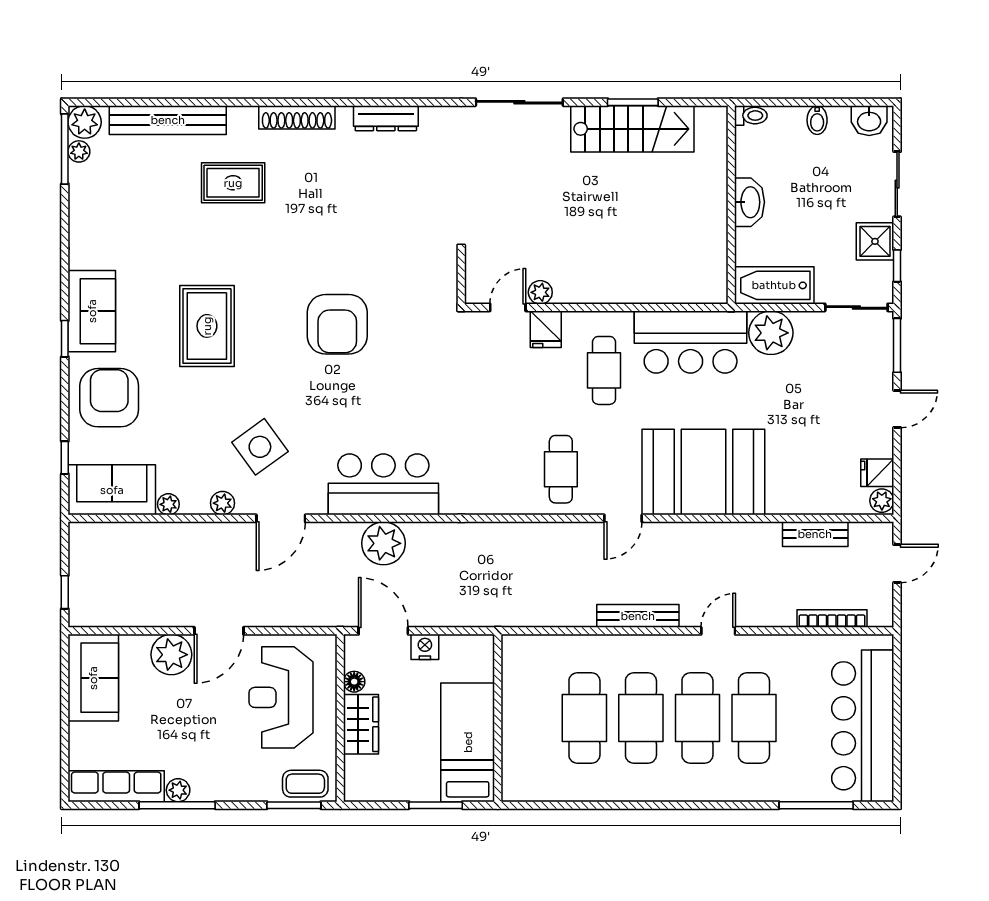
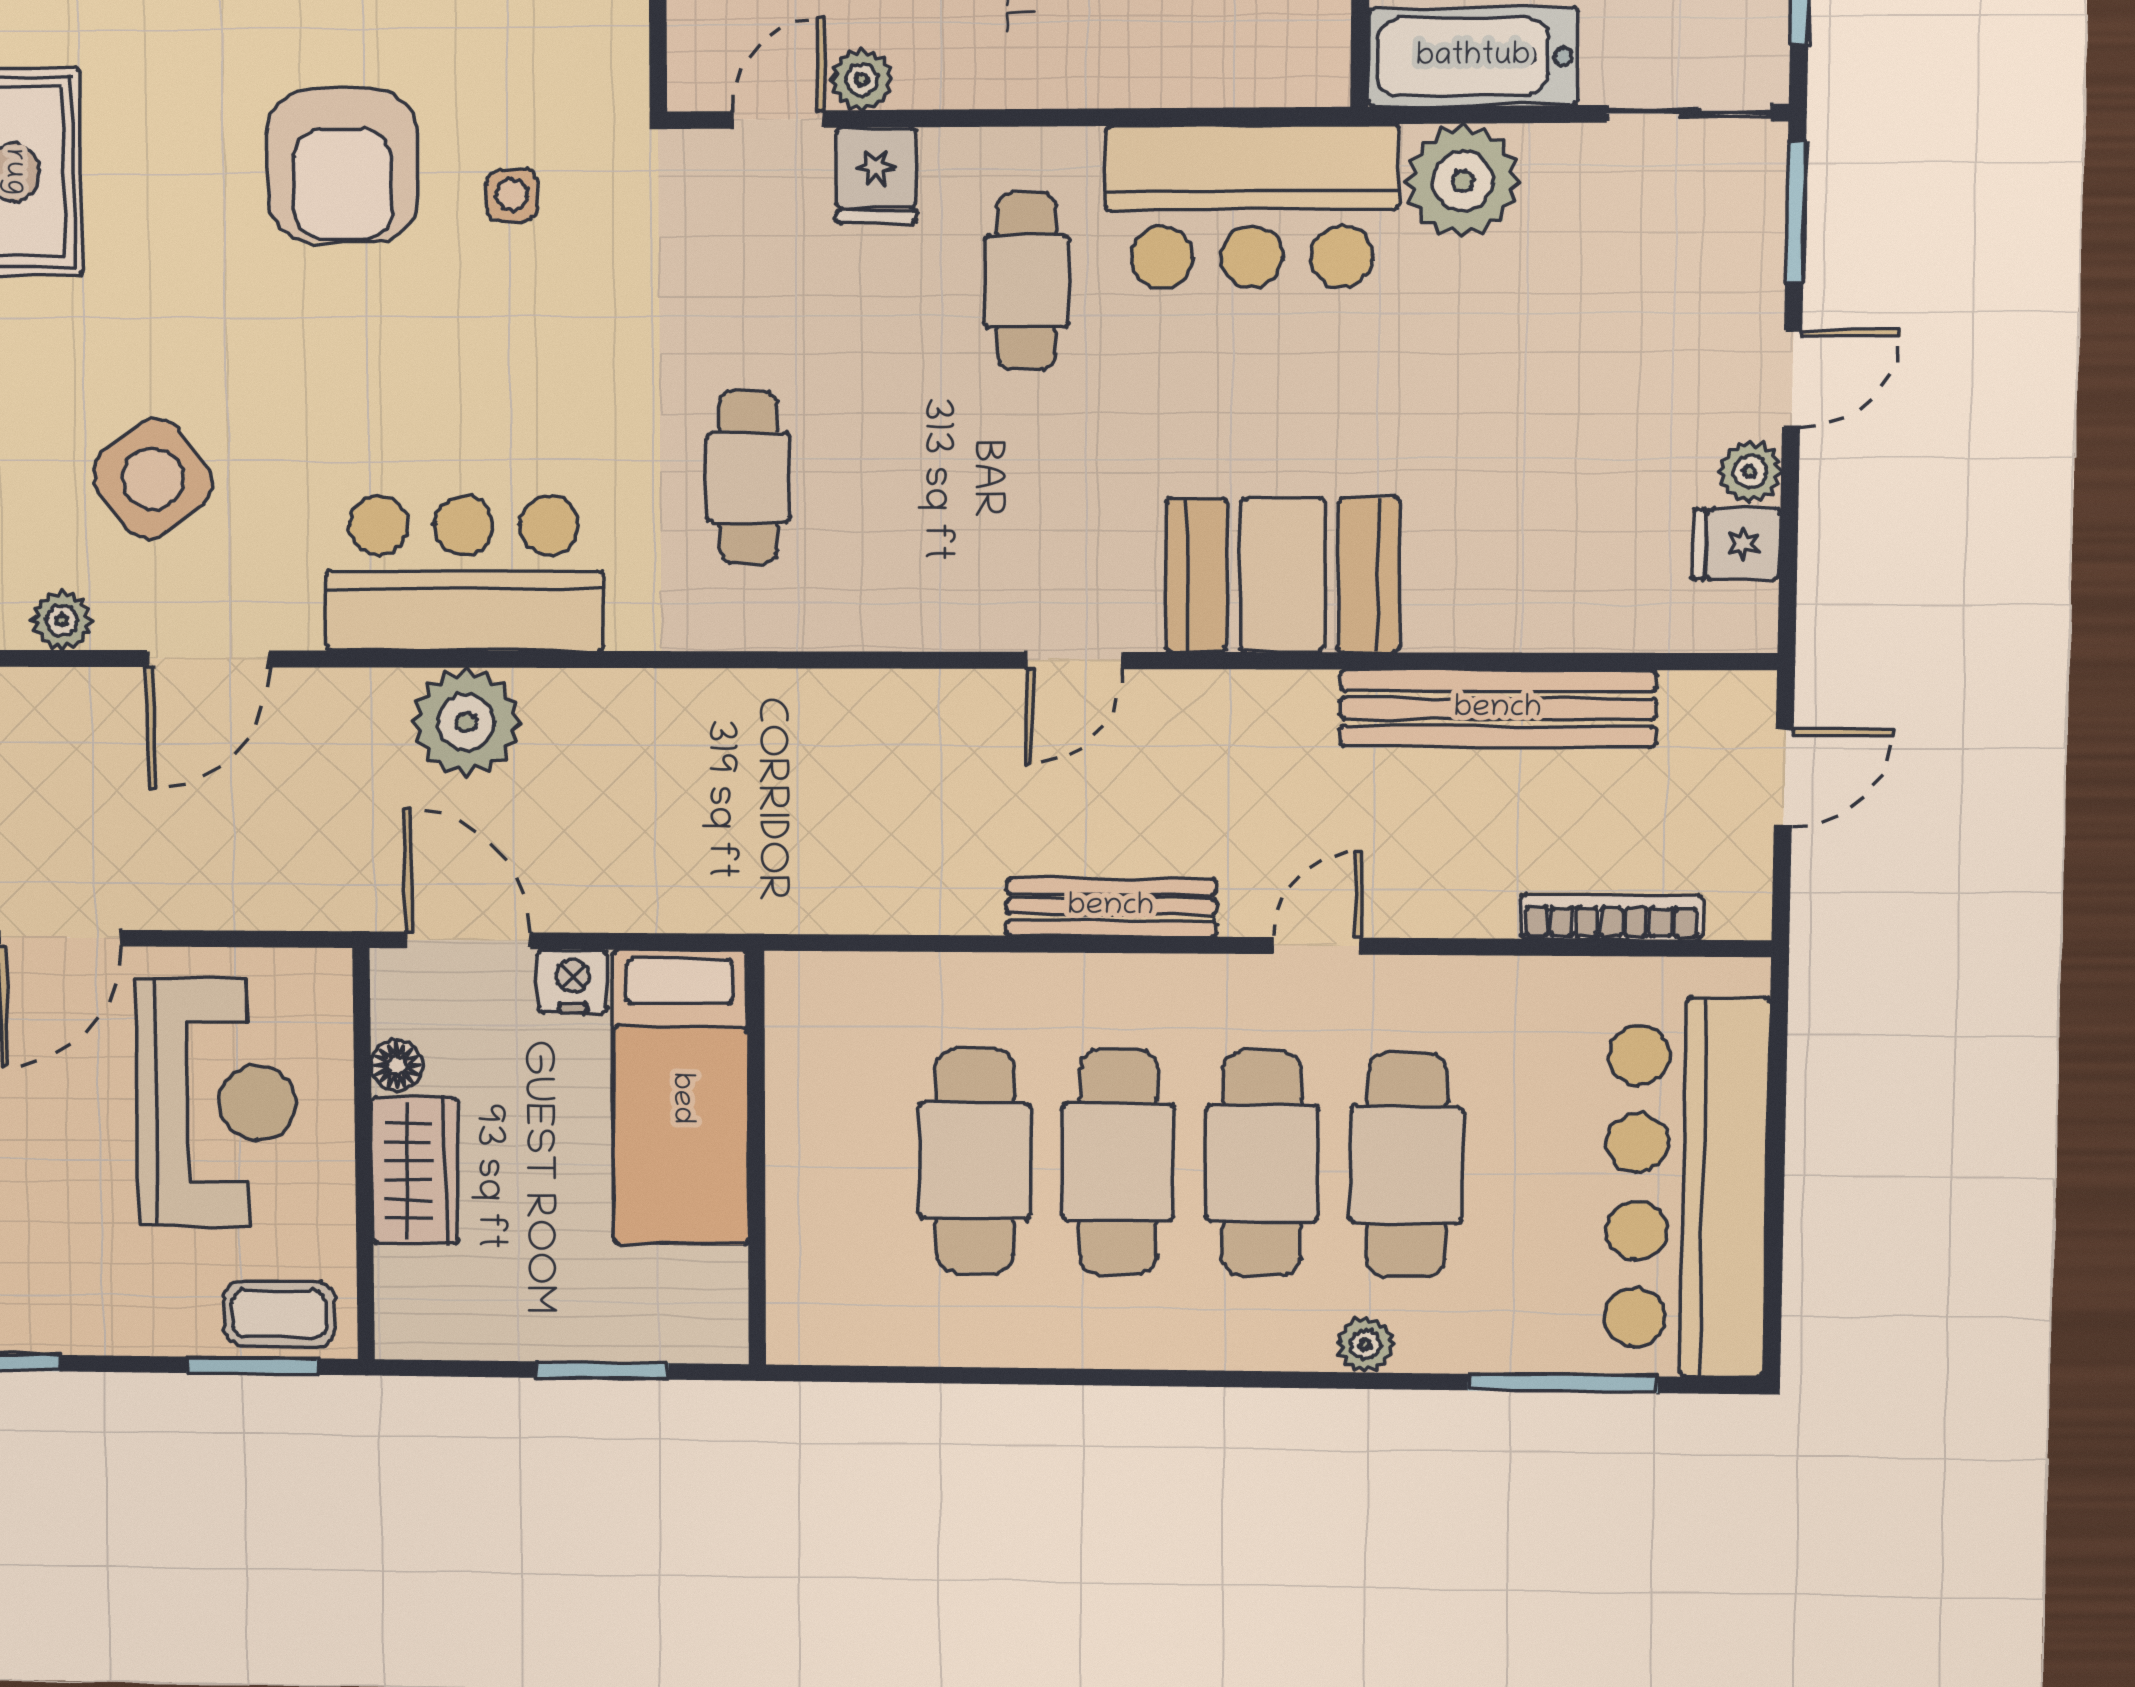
side table: (404, 336) -> (512, 195), added
cafe table: (561, 469) -> (748, 478), moved
booth: (703, 472) -> (1282, 575), width x0.73, depth x0.70
plant: (882, 501) -> (1750, 472), moved
bench: (815, 534) -> (1498, 709), width x1.86, depth x1.21
reception desk: (281, 697) -> (216, 1103), turned 180
bed: (468, 742) -> (681, 1098), moved, turned 180
plant: (739, 791) -> (1365, 1345), added

